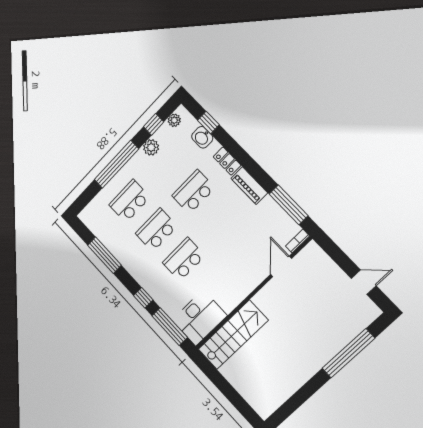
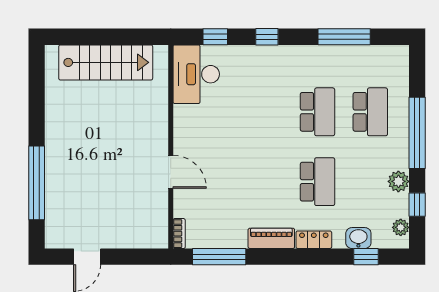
school desk: (184, 259) -> (265, 112), removed
door: (281, 266) -> (171, 172), moved
window: (170, 327) -> (215, 37), width x0.46
stairs: (233, 335) -> (106, 62), moved, turned -90

